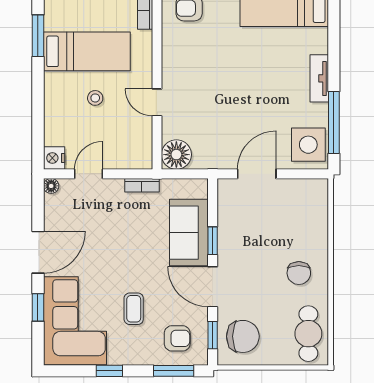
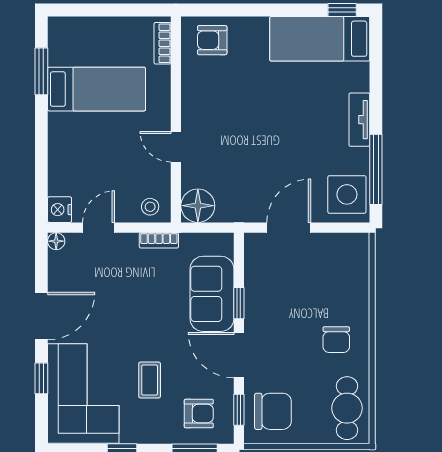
stool: (95, 98) -> (150, 207), moved

